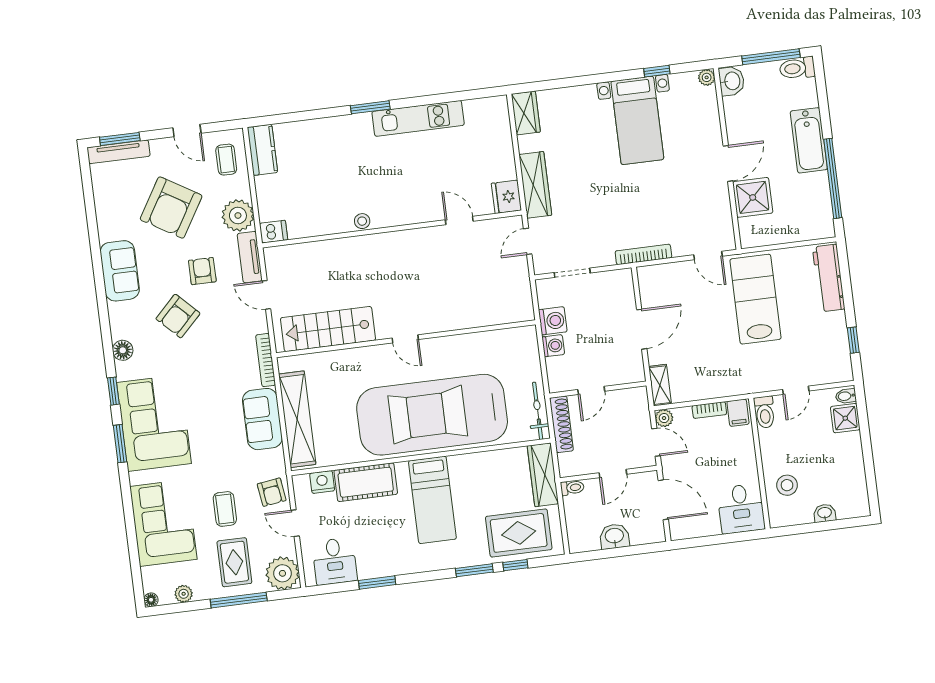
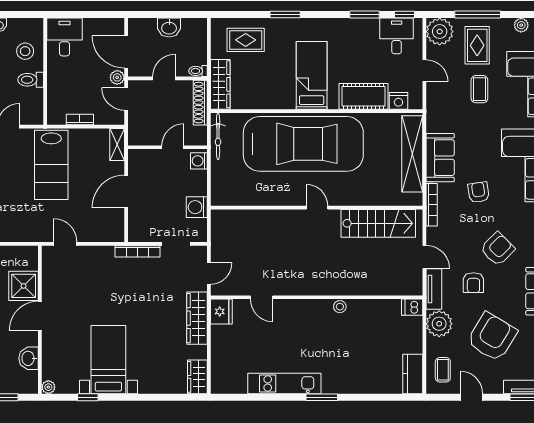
washbasin: (732, 81) -> (29, 358), moved
bookcase: (643, 254) -> (138, 251), moved
lab bench: (755, 299) -> (51, 165), moved
washing machine: (553, 346) -> (199, 161), moved
toilet: (765, 412) -> (31, 80), moved, turned -90
filing cabinet: (738, 413) -> (57, 114), removed
plant: (664, 418) -> (117, 77), moved
shoe rack: (562, 424) -> (200, 103), moved
armchair: (272, 492) -> (479, 192), moved
rug: (519, 533) -> (246, 40), width x0.73, depth x0.70
window: (515, 565) -> (404, 15), moved

